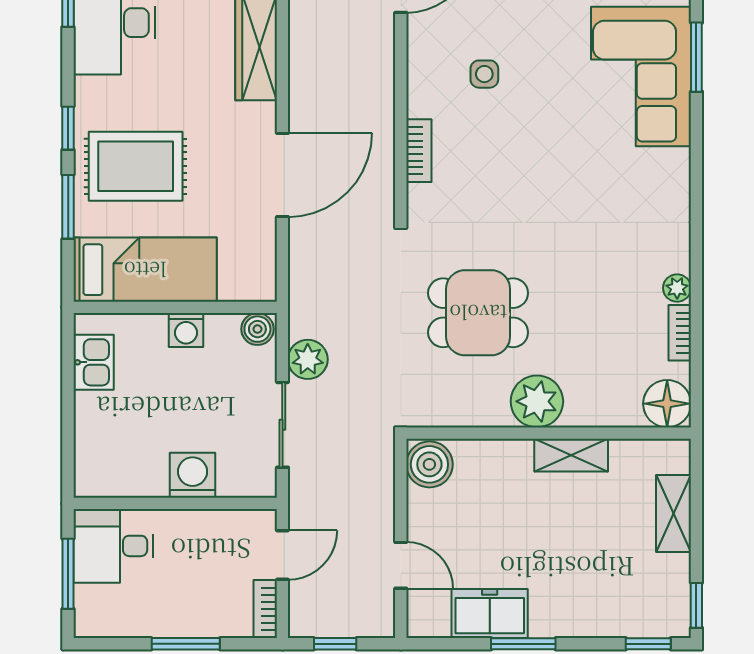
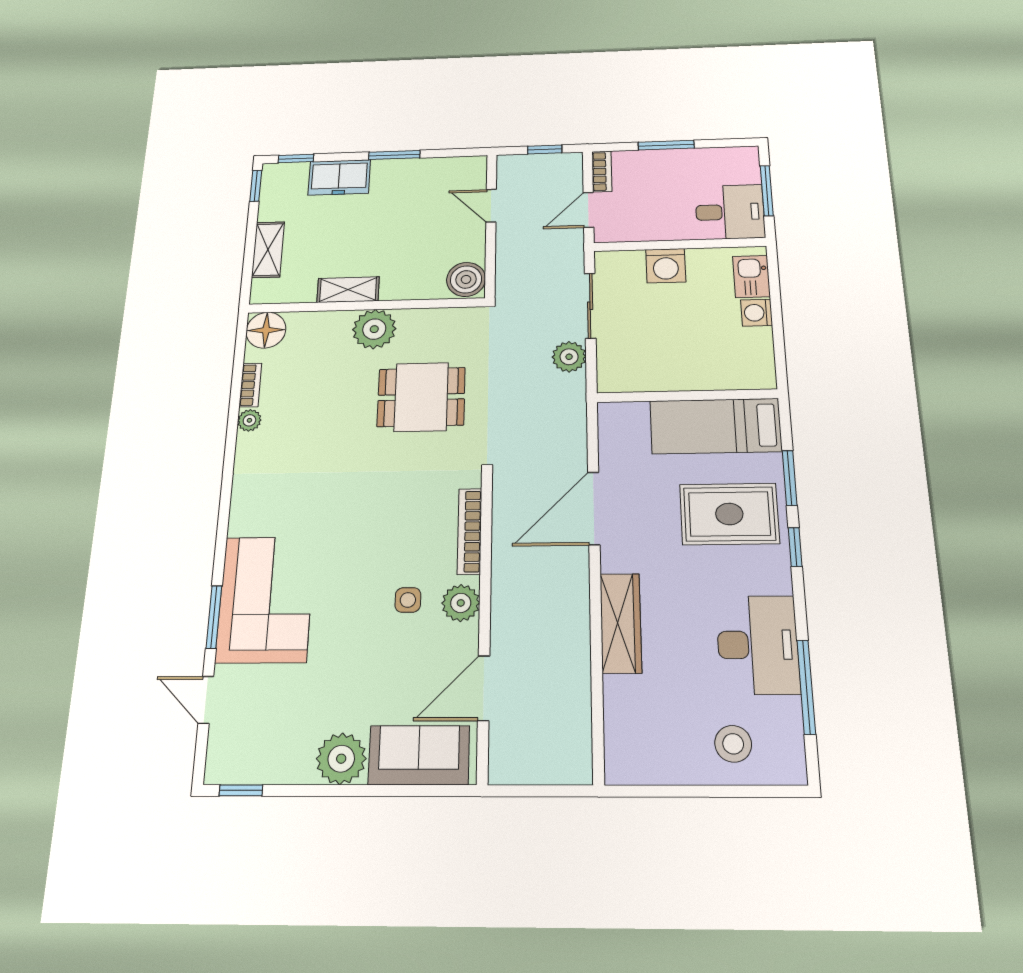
plant: (427, 70) -> (461, 603), added
bookcase: (419, 151) -> (470, 531), width x1.56
boiler: (257, 329) -> (613, 380), removed
washing machine: (186, 330) -> (757, 313), moved, turned -90
kitchen sink: (94, 362) -> (751, 276), moved
freezer: (490, 614) -> (339, 177), moved

